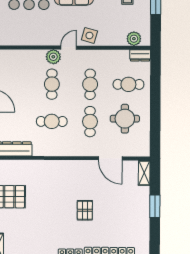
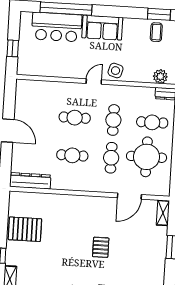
plant: (53, 57) -> (78, 90), removed
cafe table: (52, 84) -> (75, 118), turned 90
round table: (125, 119) -> (147, 157), width x1.36, depth x1.36
door: (110, 158) -> (129, 196), hinge flipped

